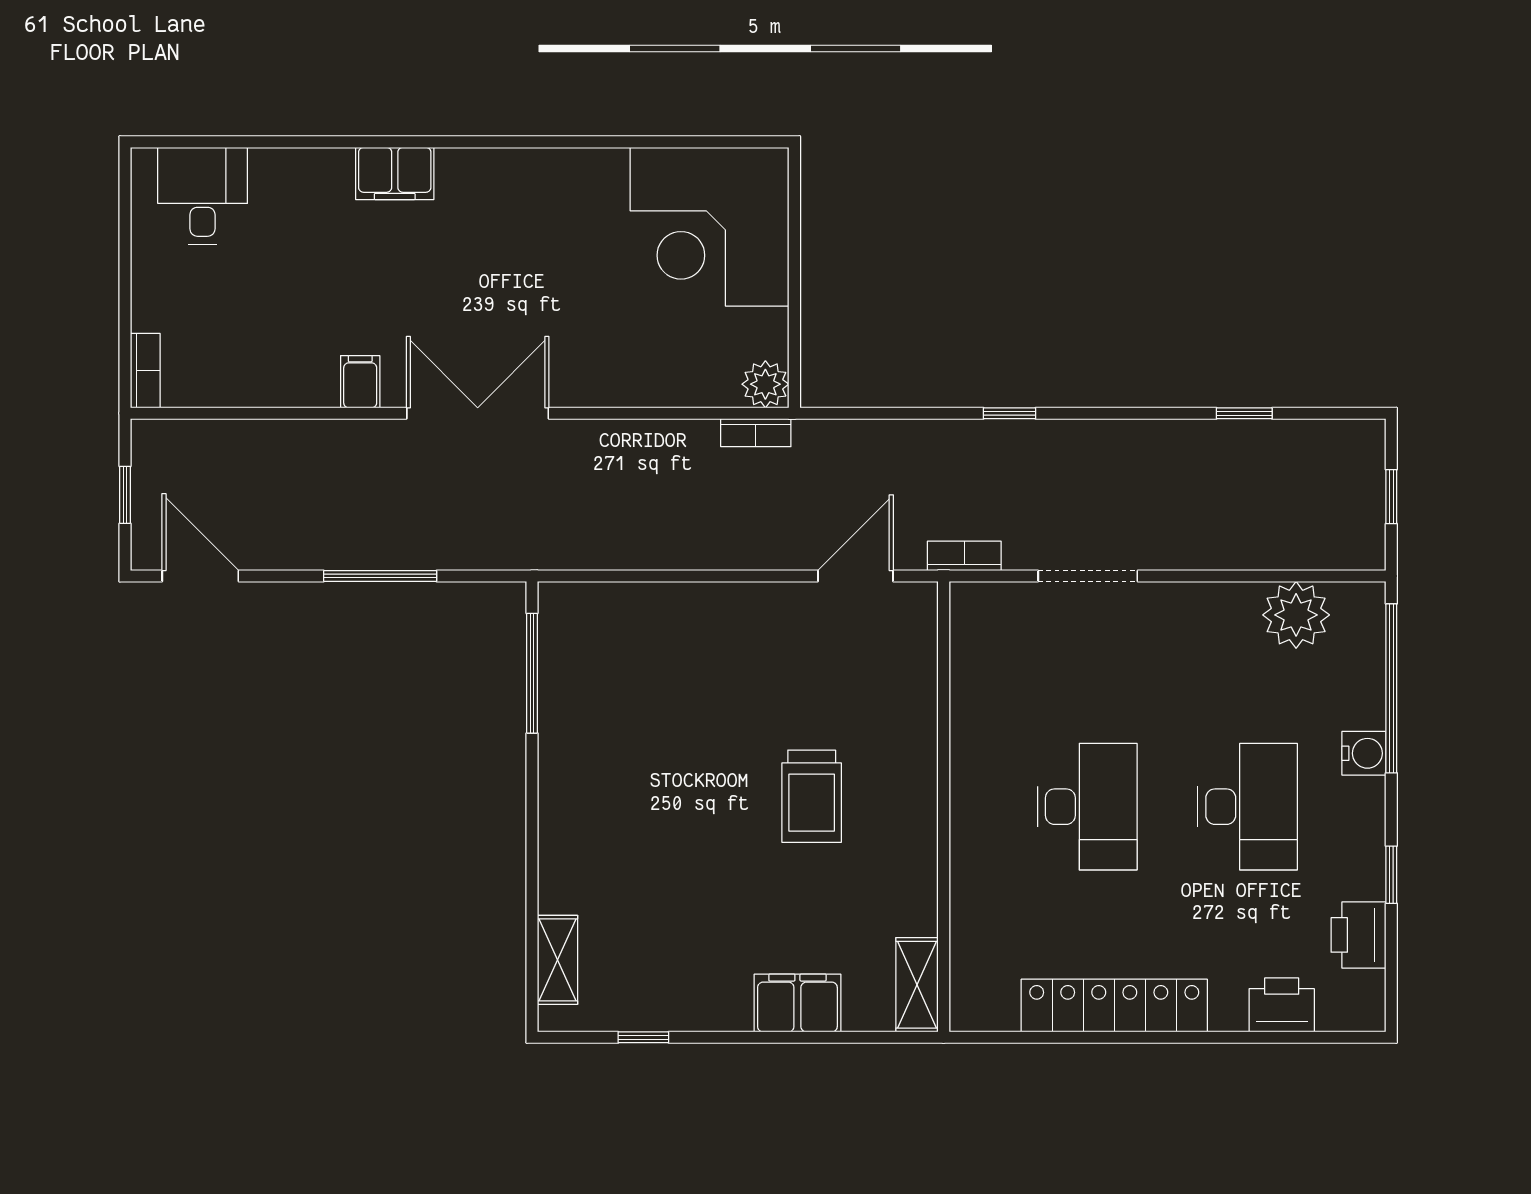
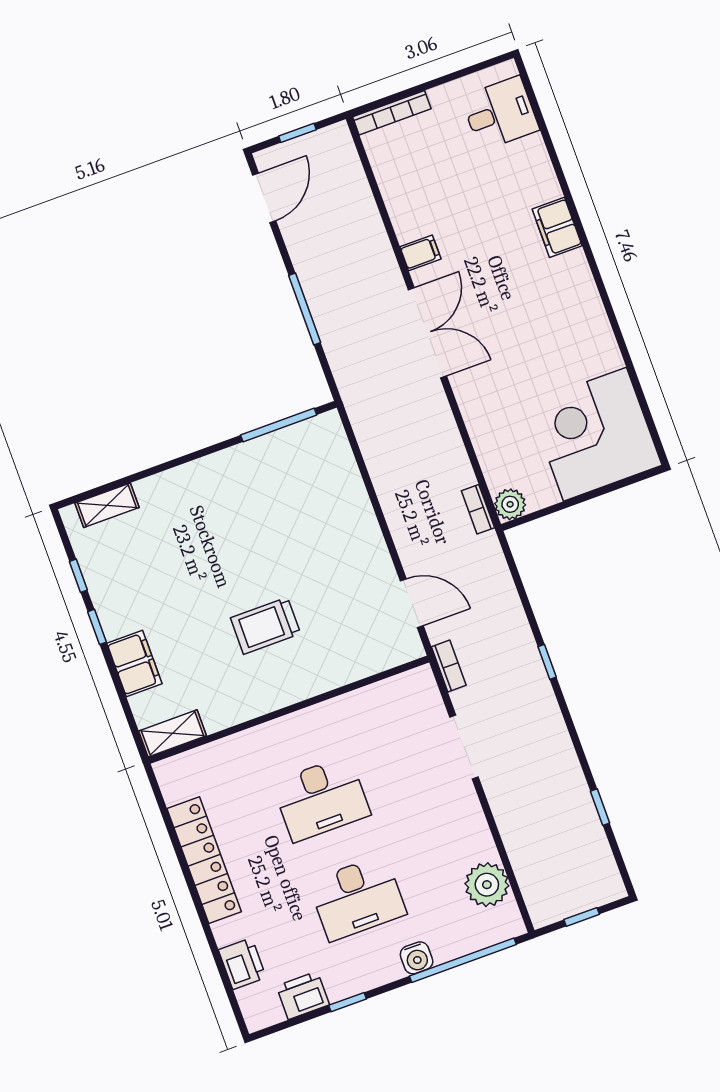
bookcase: (145, 371) -> (392, 113), width x1.56
window: (726, 1037) -> (97, 627), added

